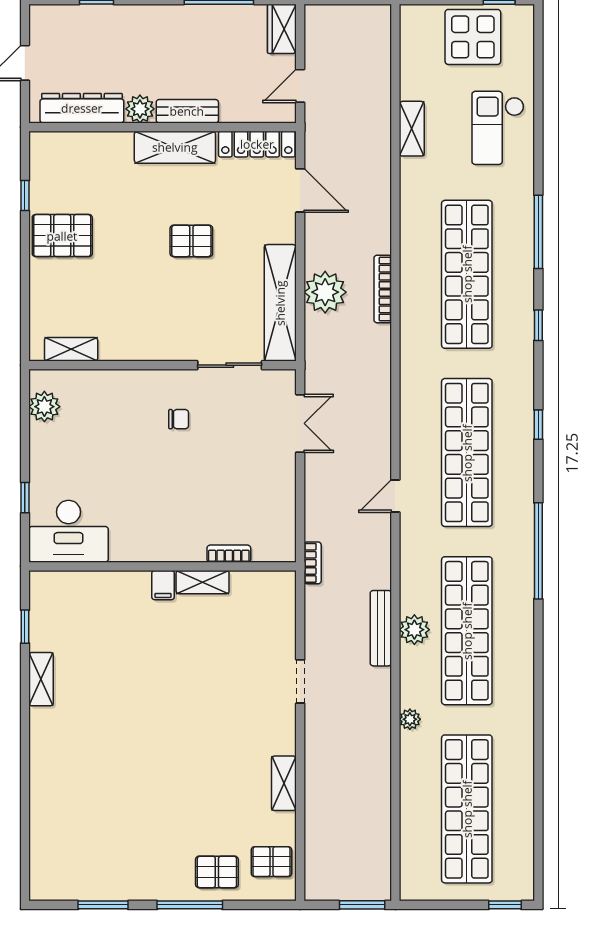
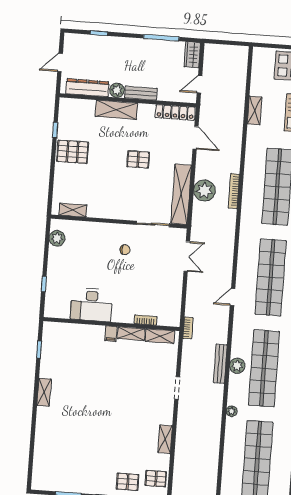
shelving: (175, 147) -> (116, 110), moved
desk: (69, 531) -> (91, 305), moved
shelving: (259, 583) -> (160, 336), added
shelving: (41, 679) -> (44, 392), moved

